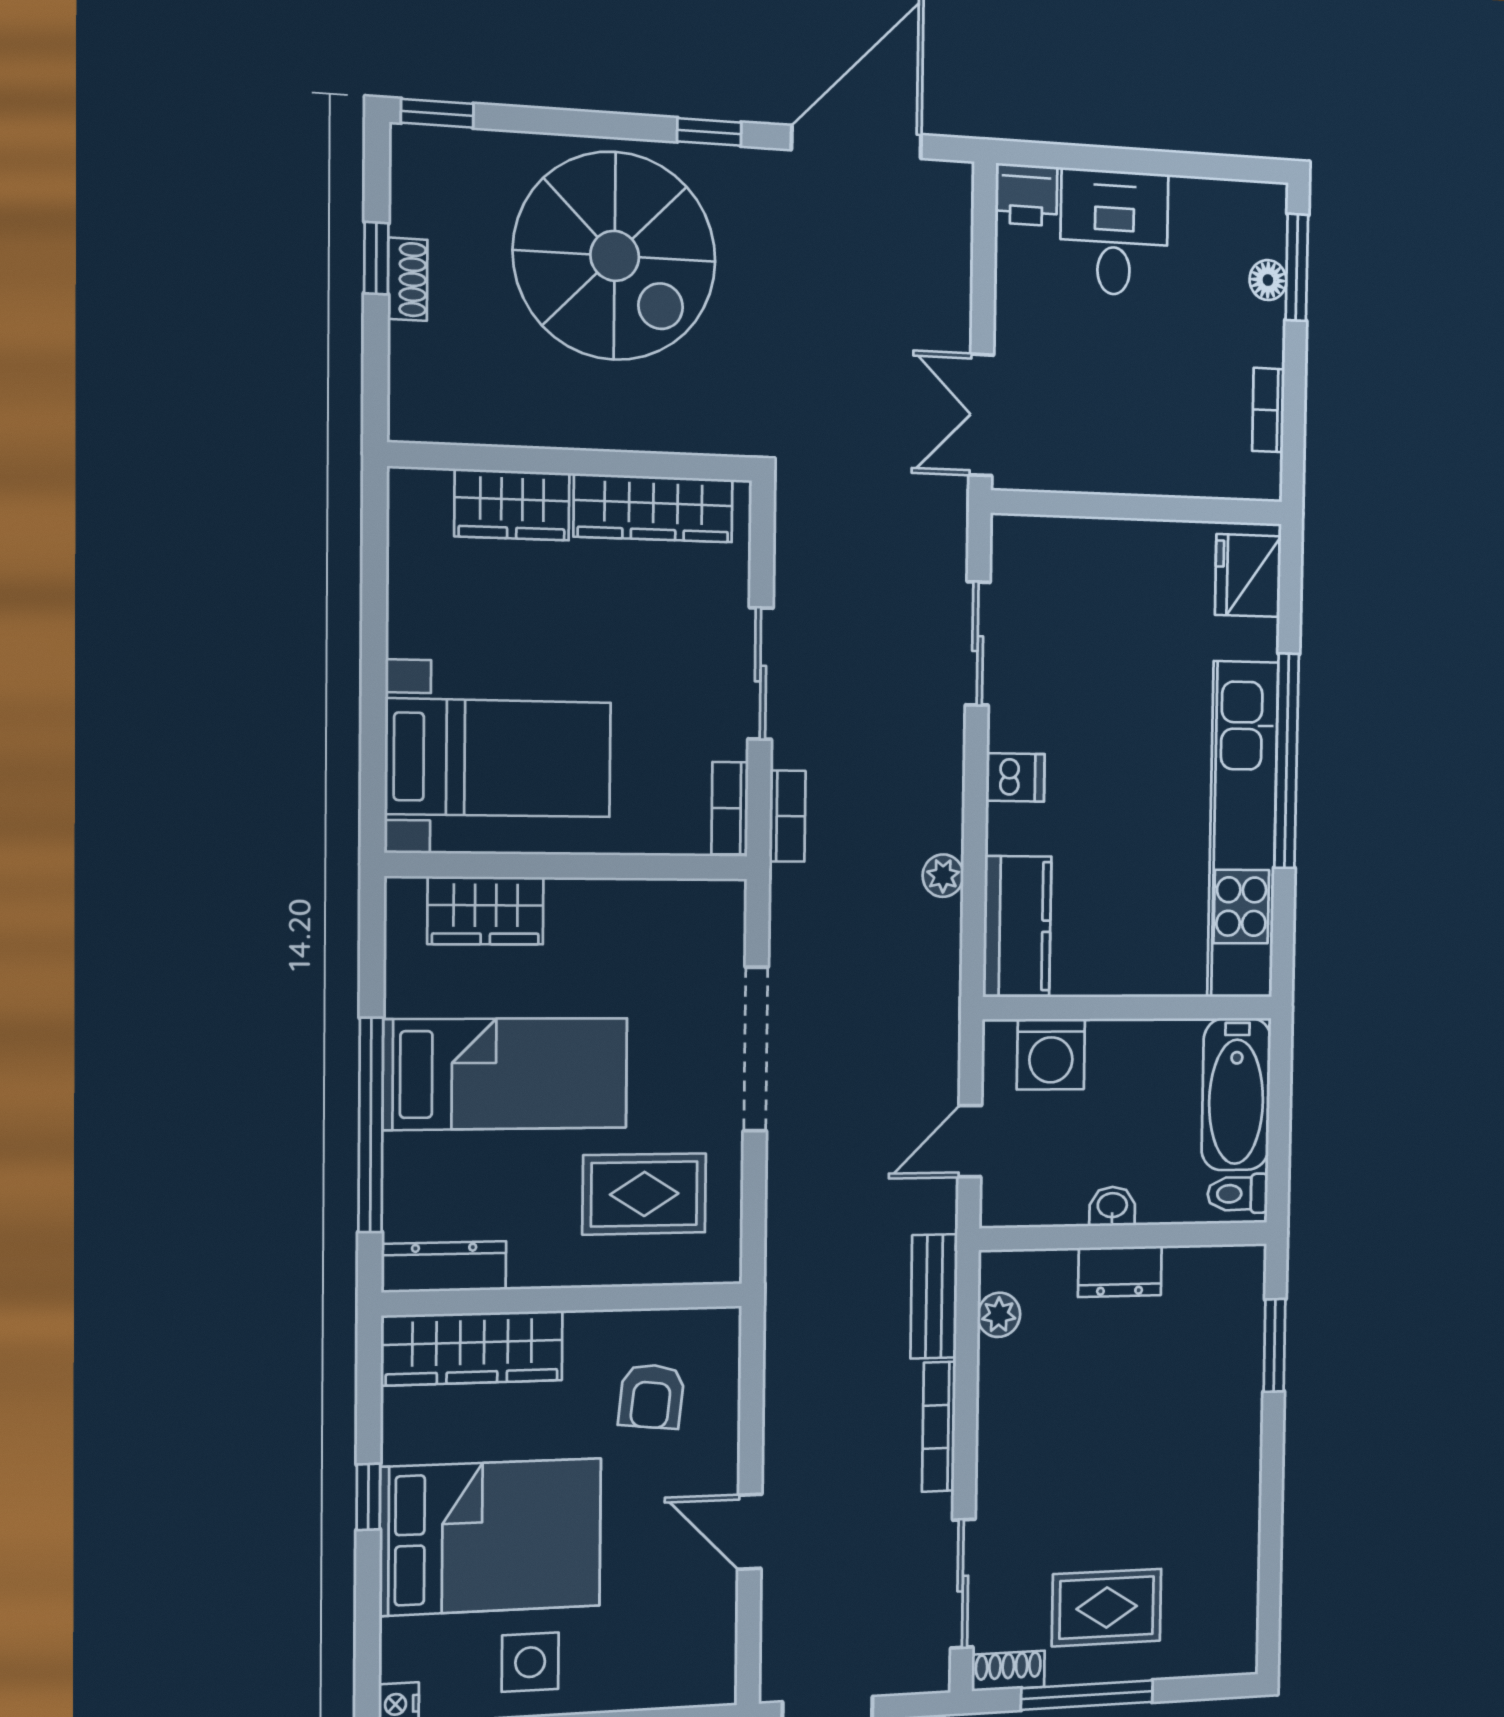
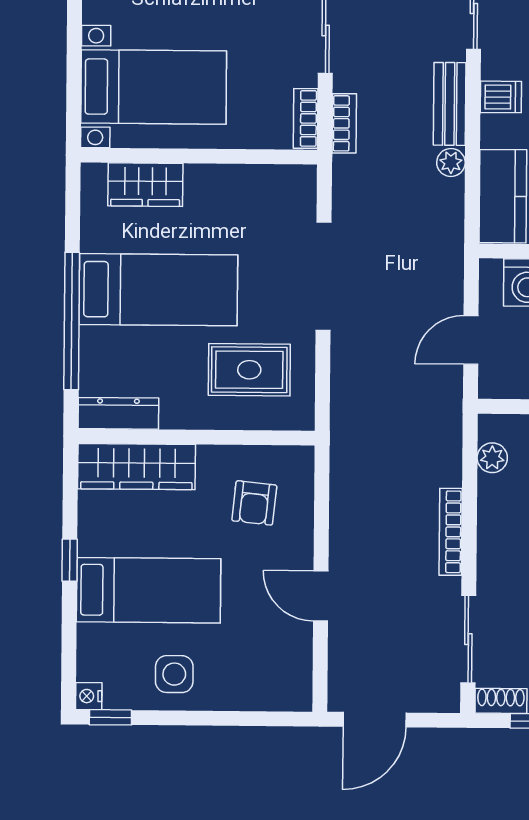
bench: (934, 1296) -> (450, 104), moved
bed: (491, 1537) -> (149, 590), width x0.67

